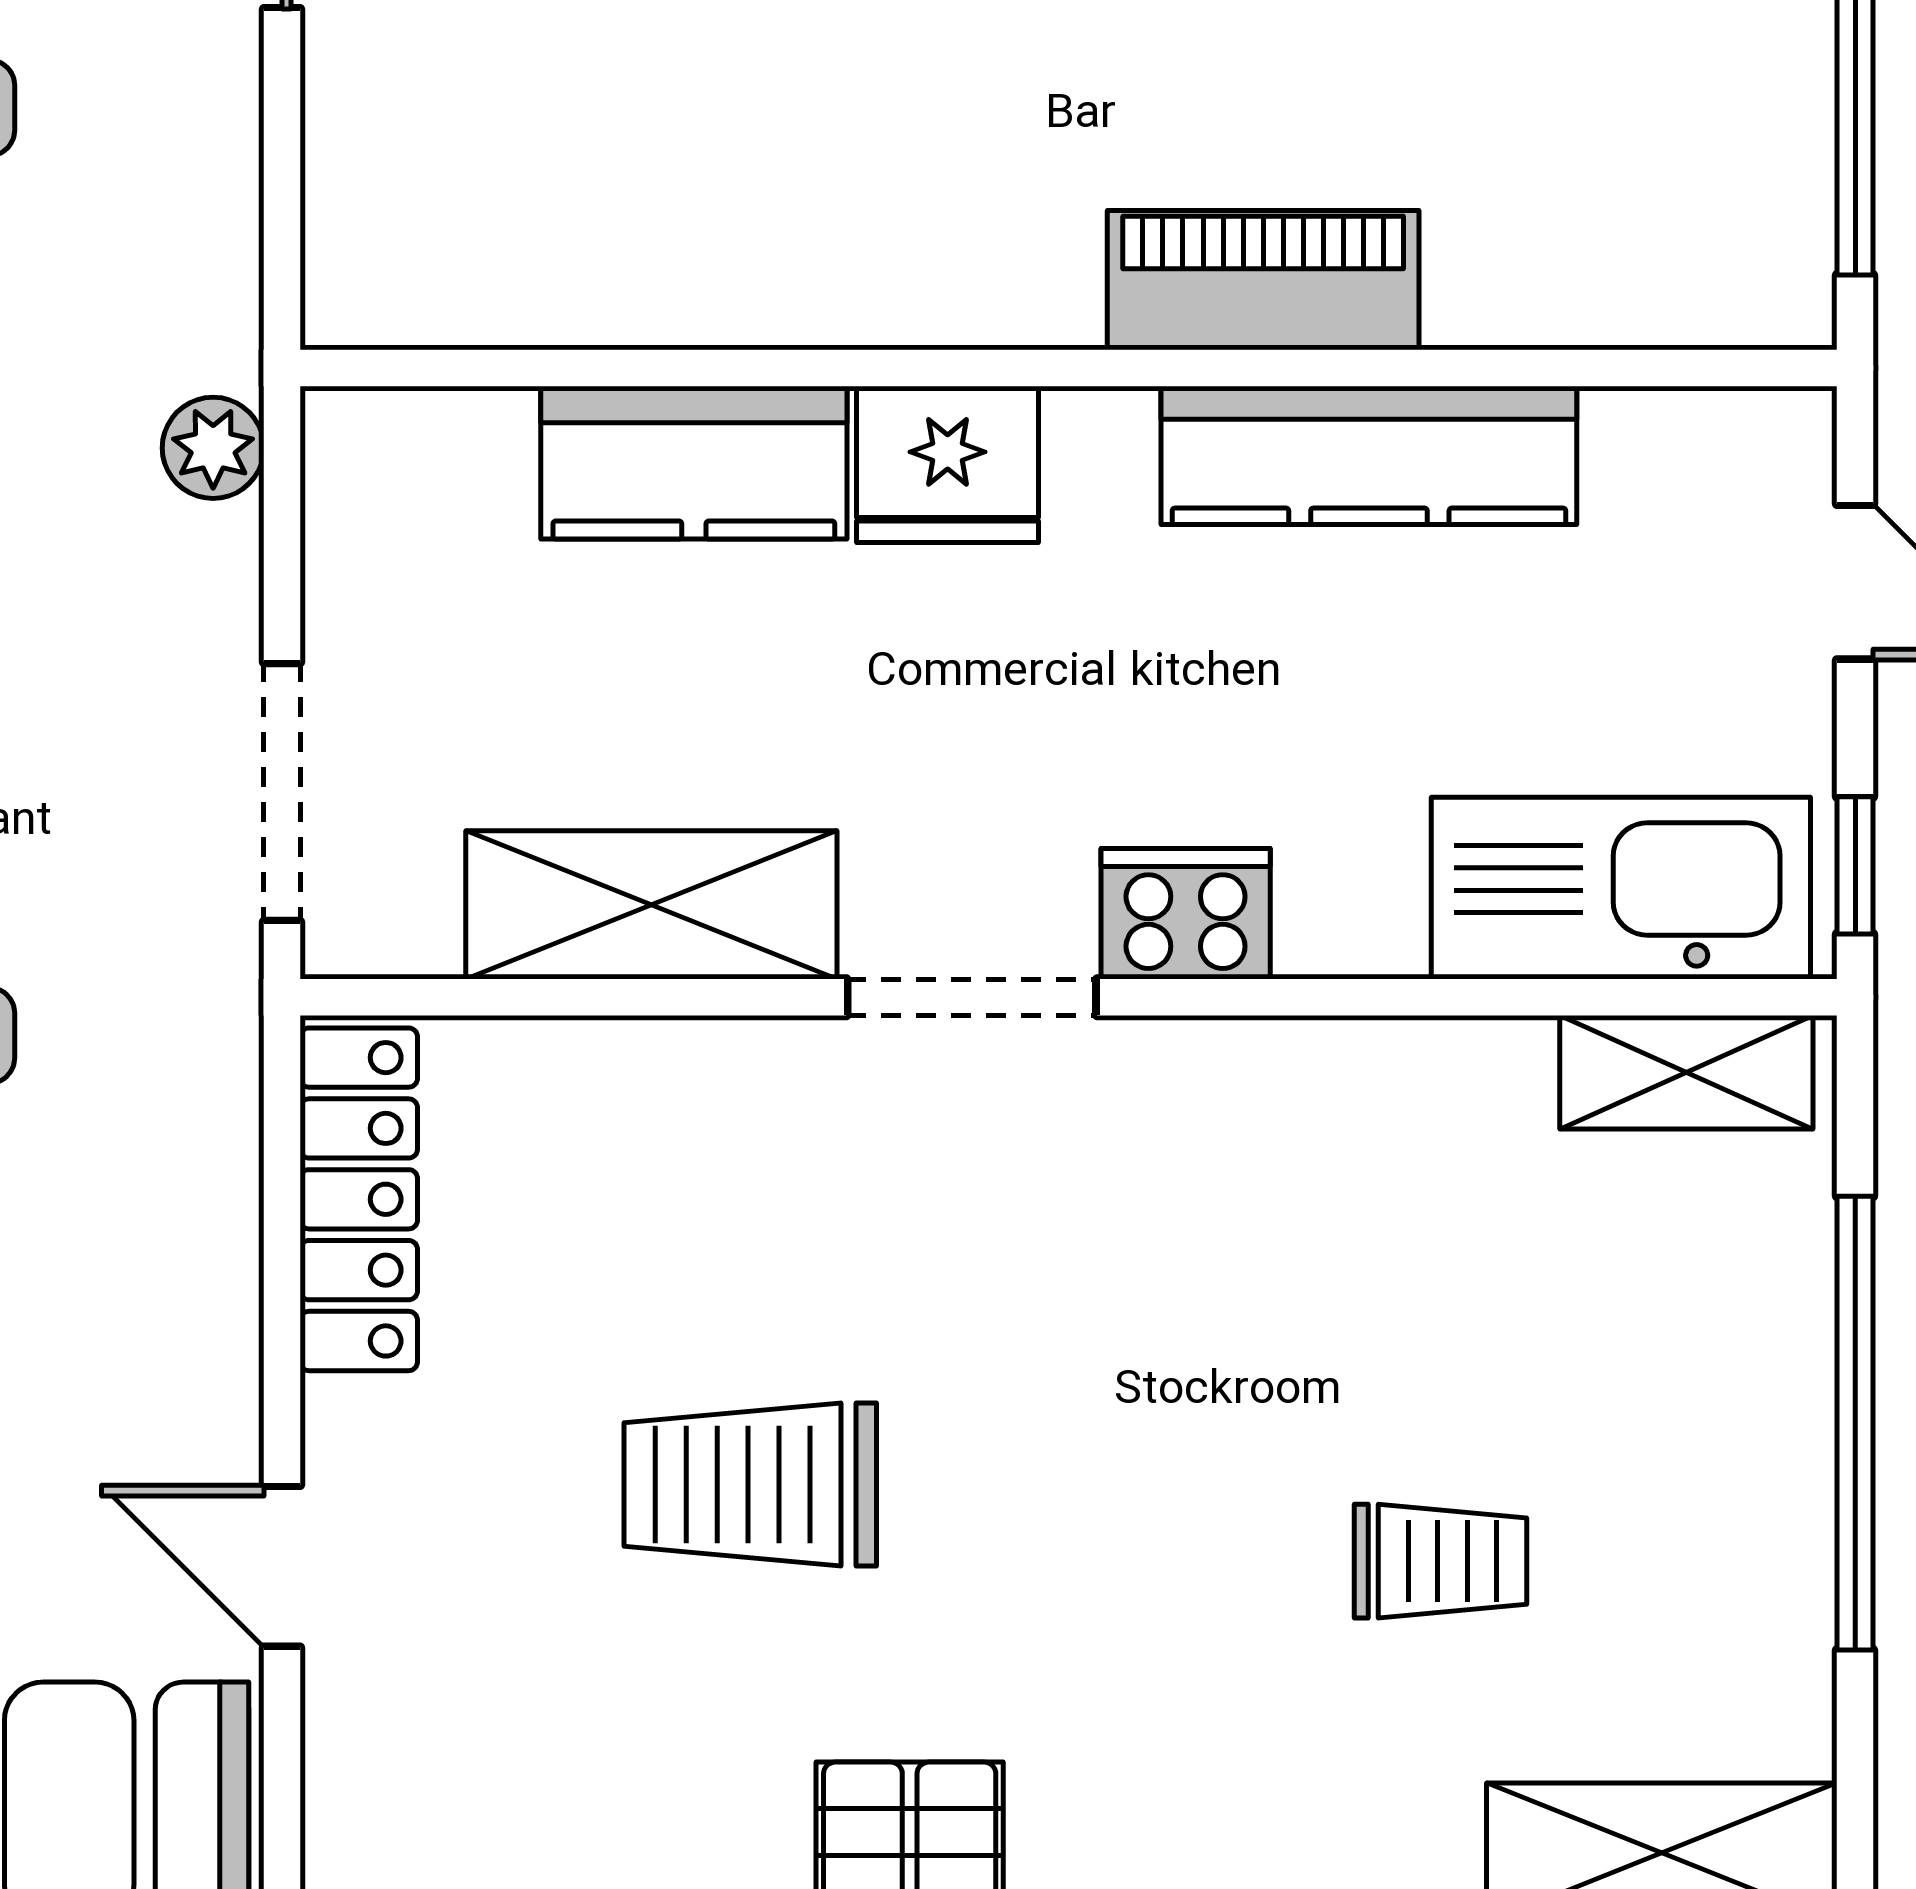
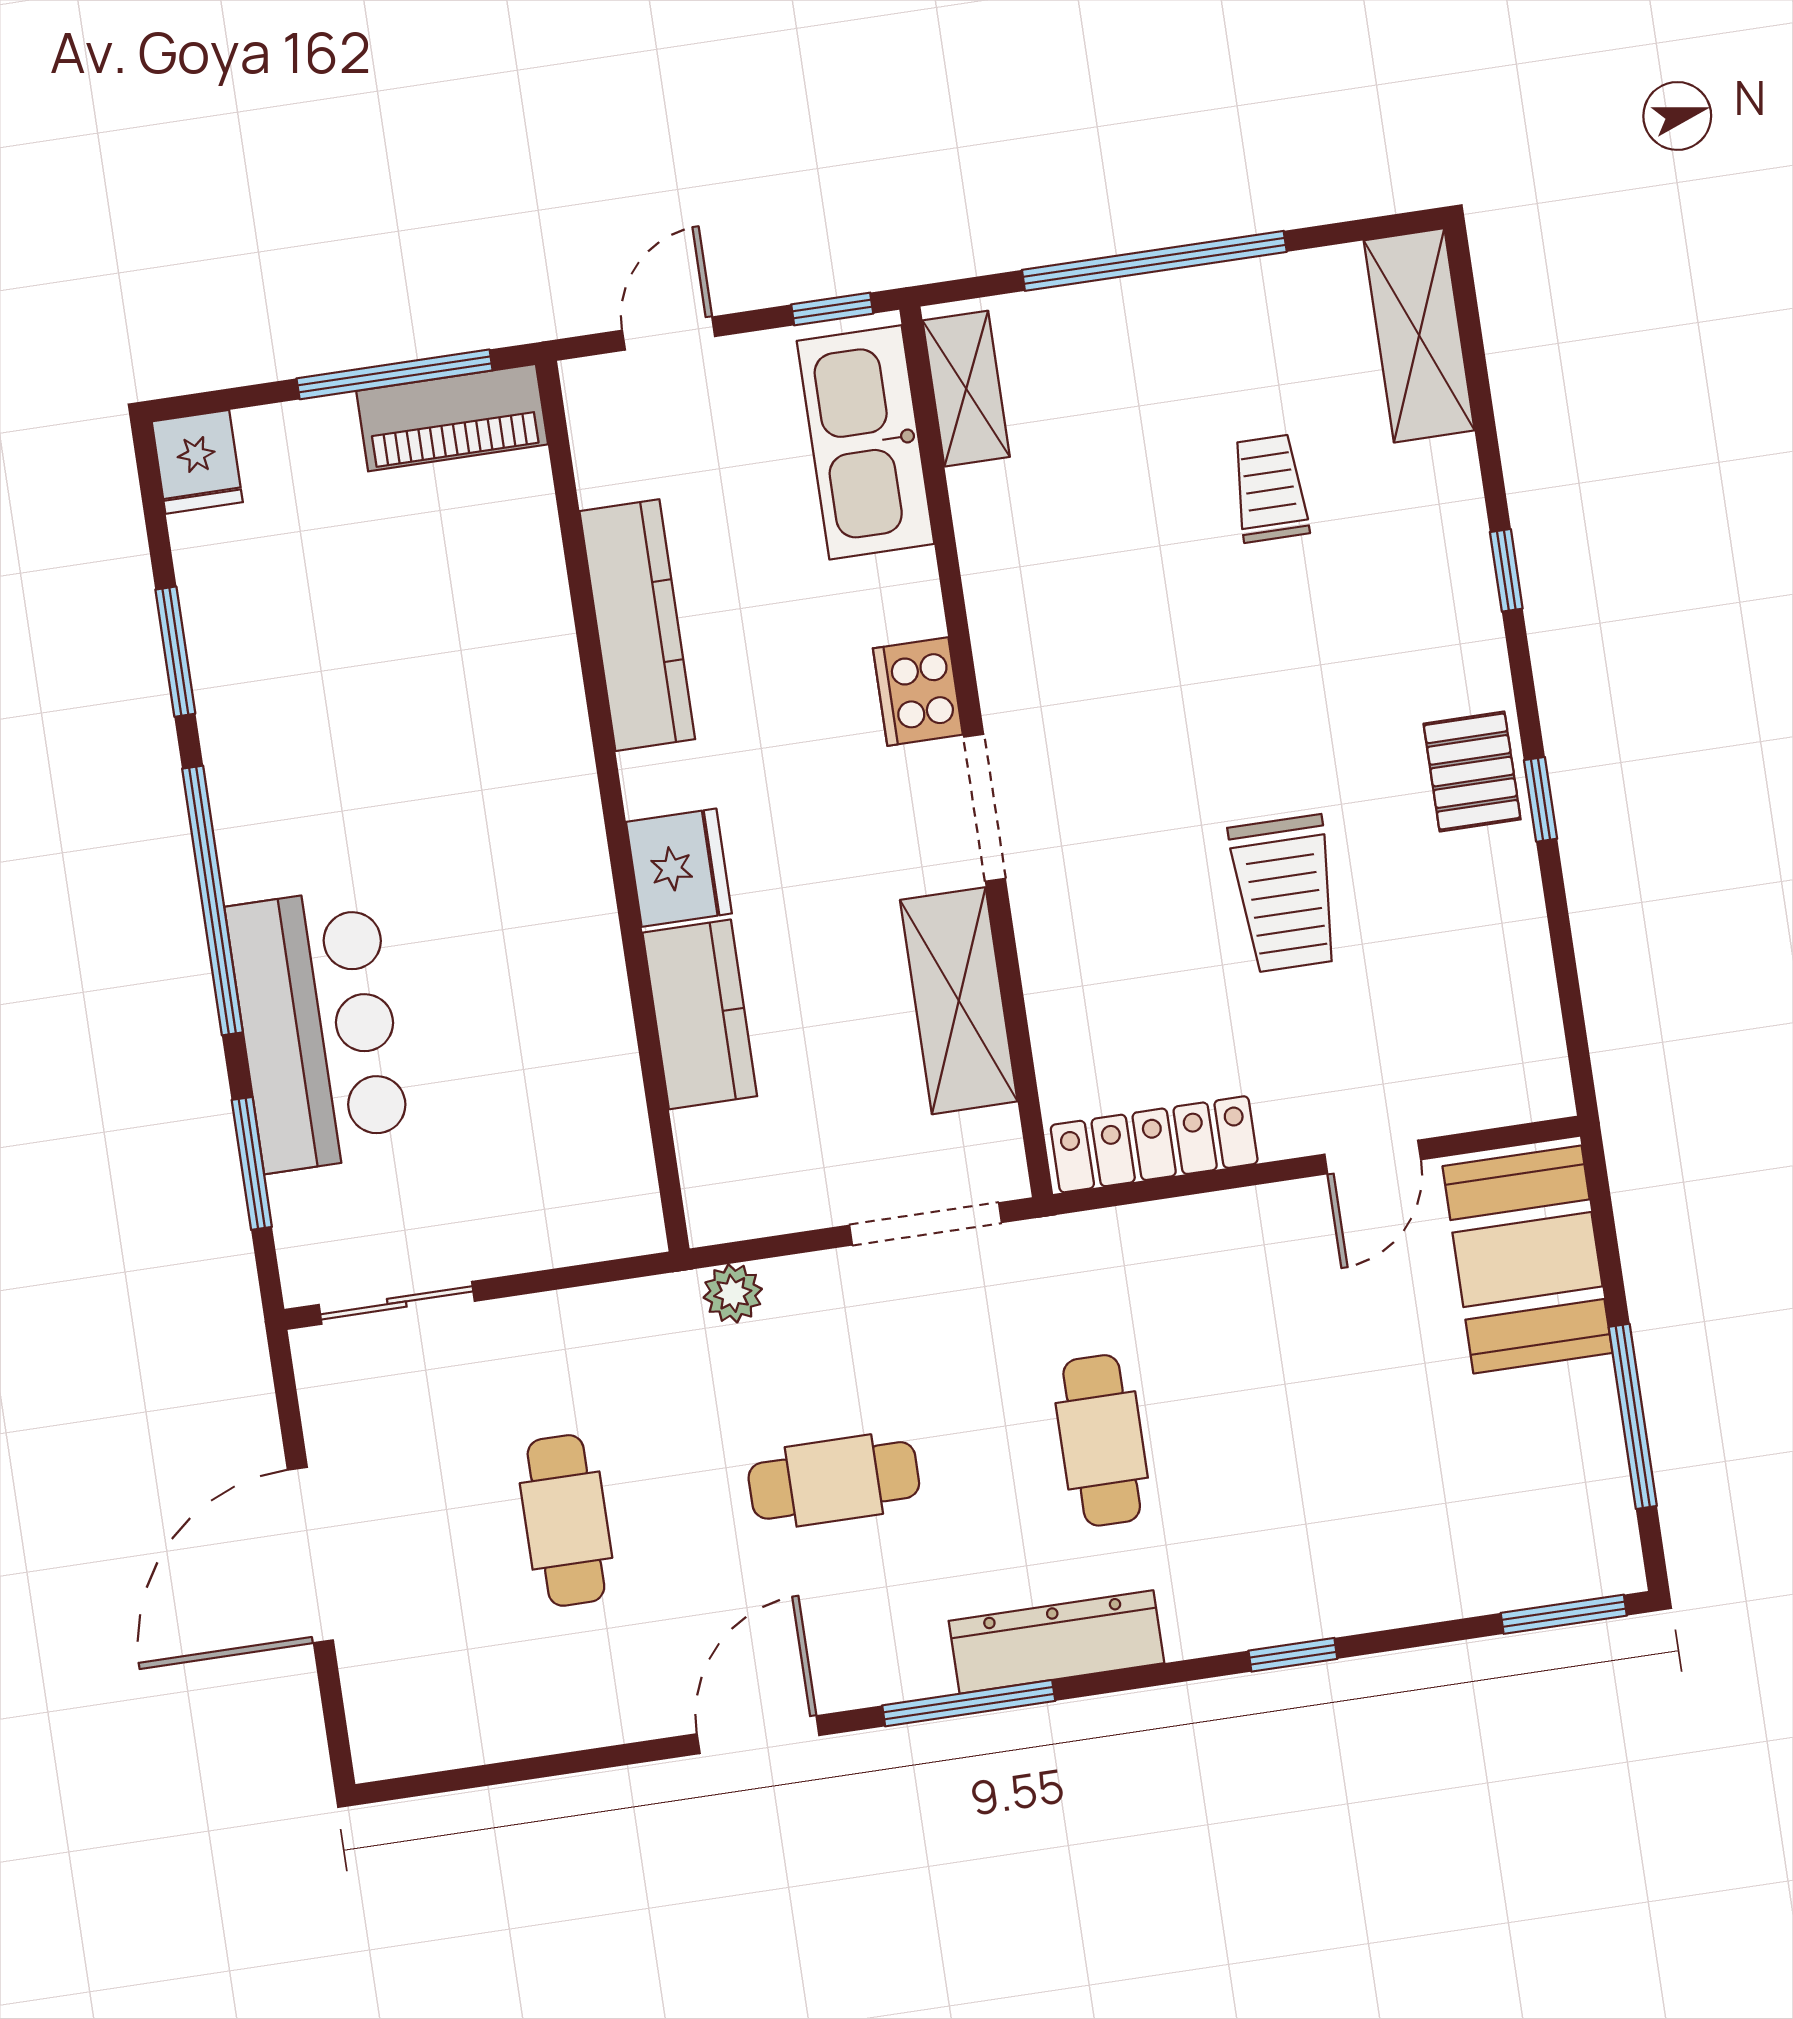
piano: (1263, 280) -> (452, 418), moved, turned -90

